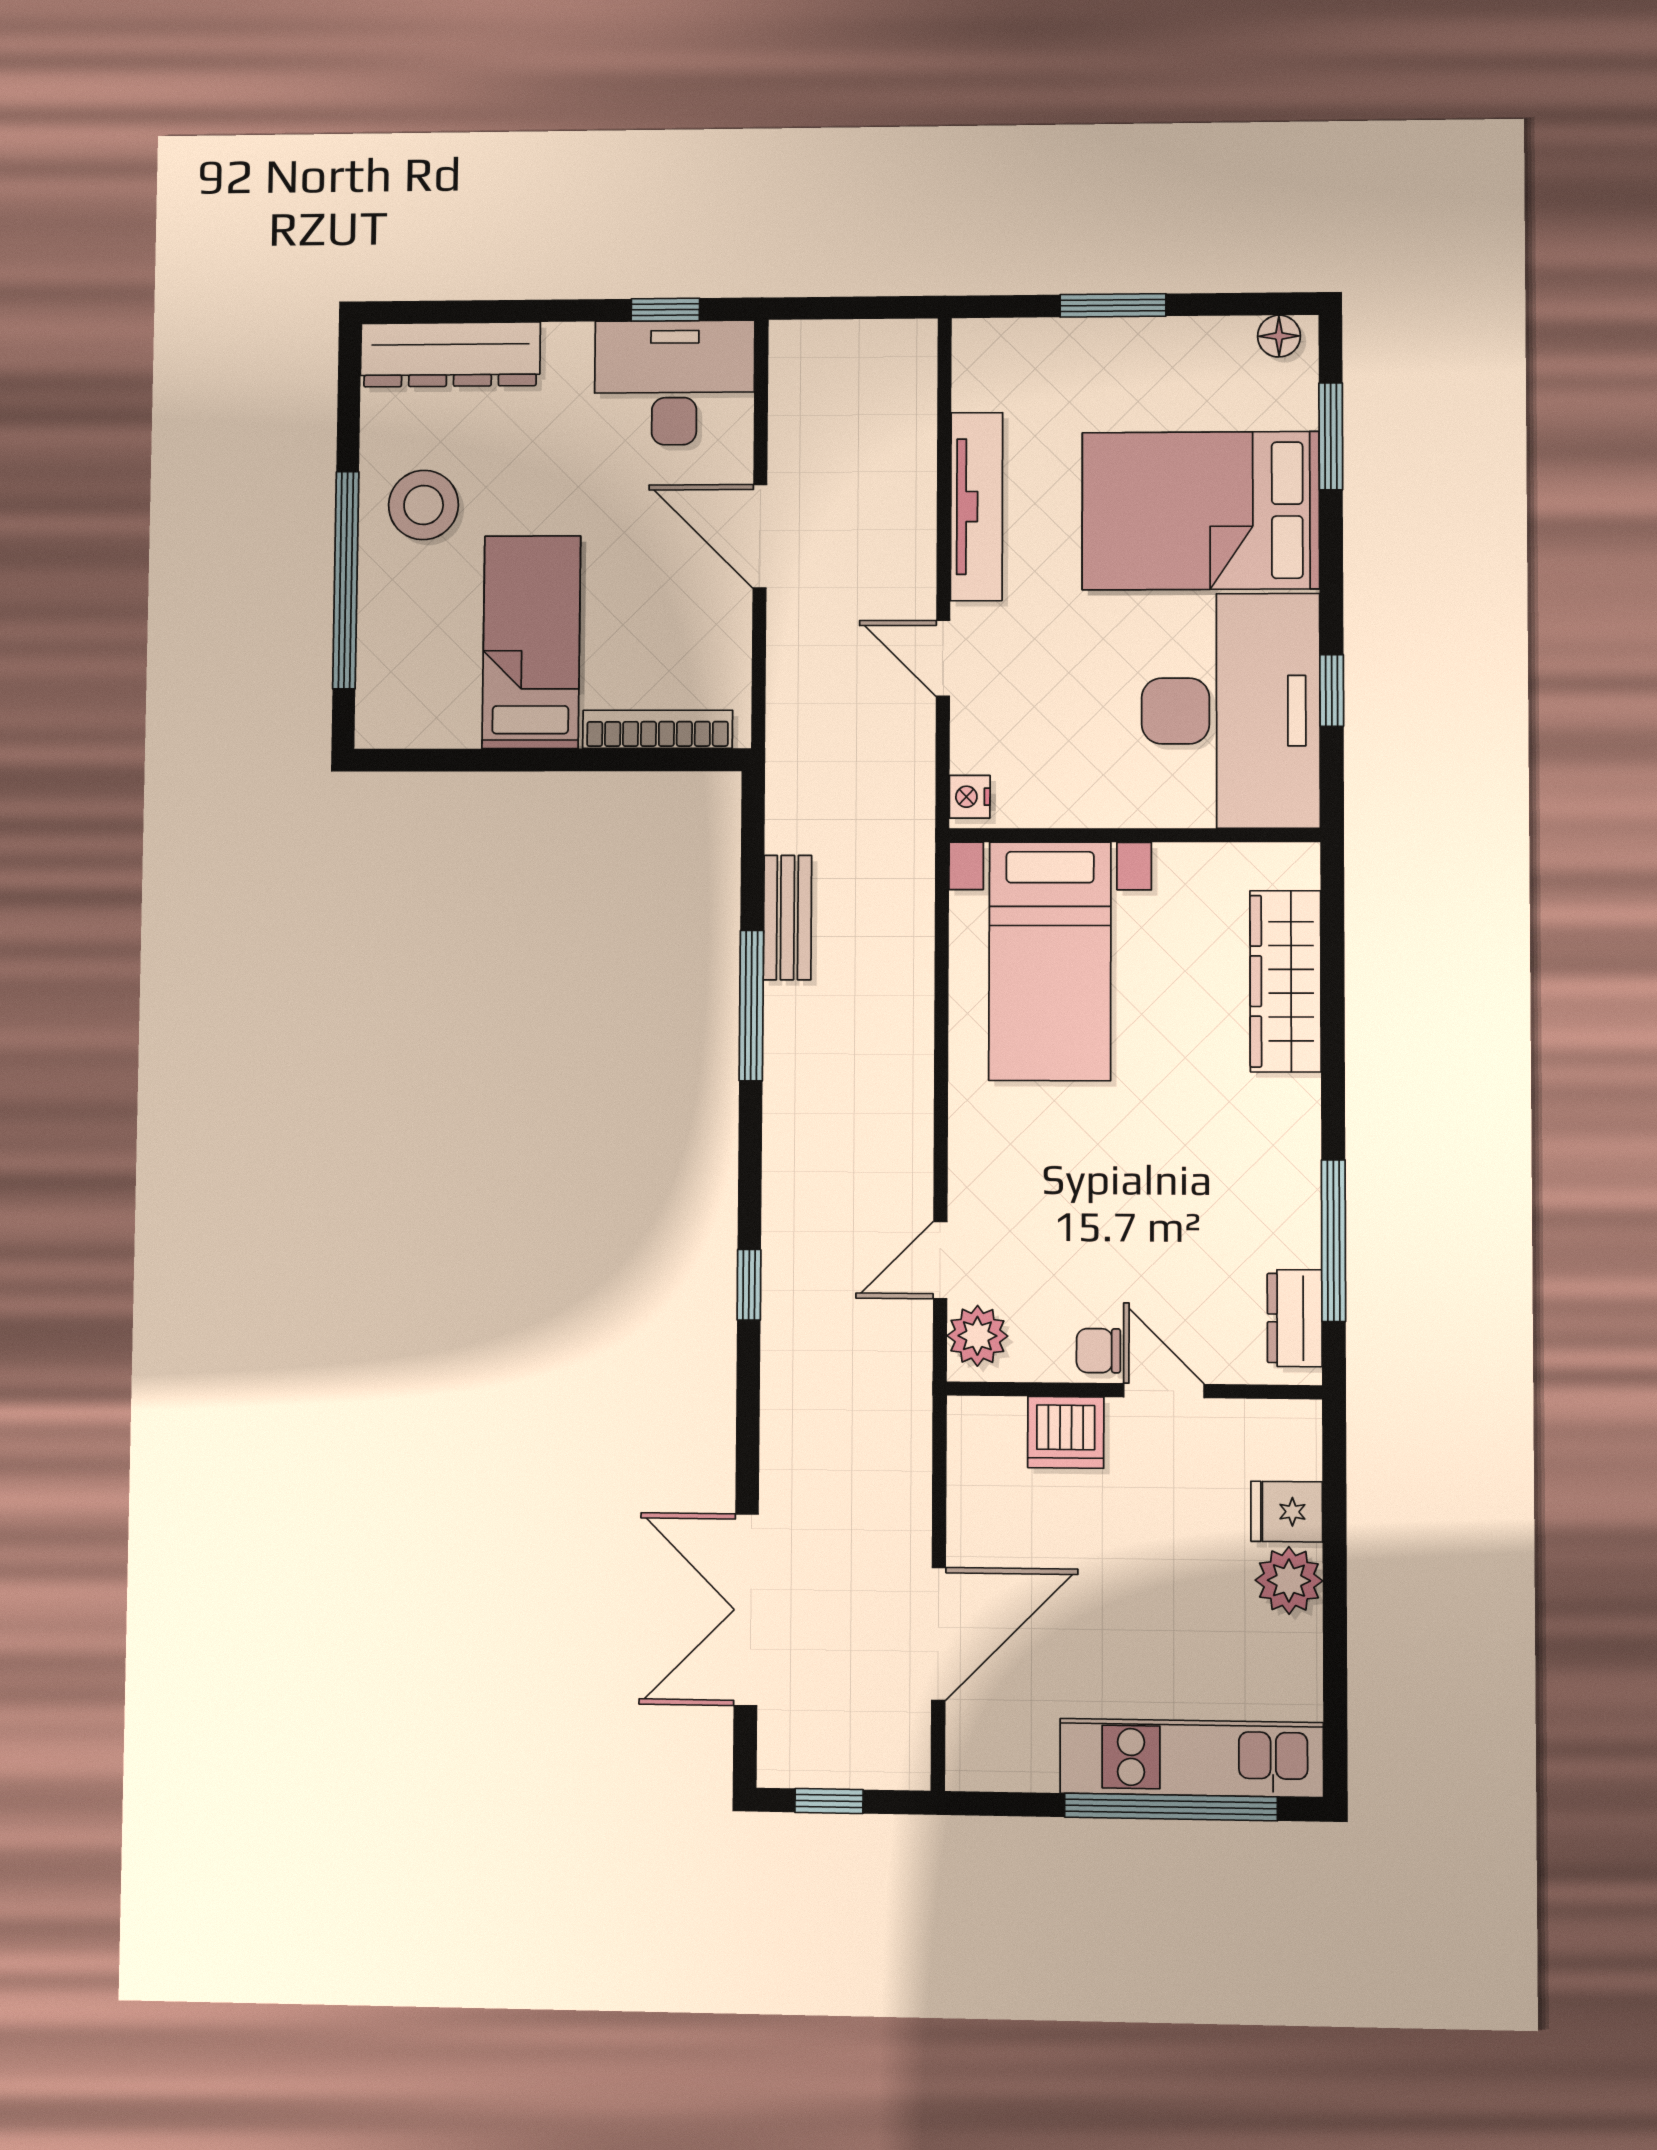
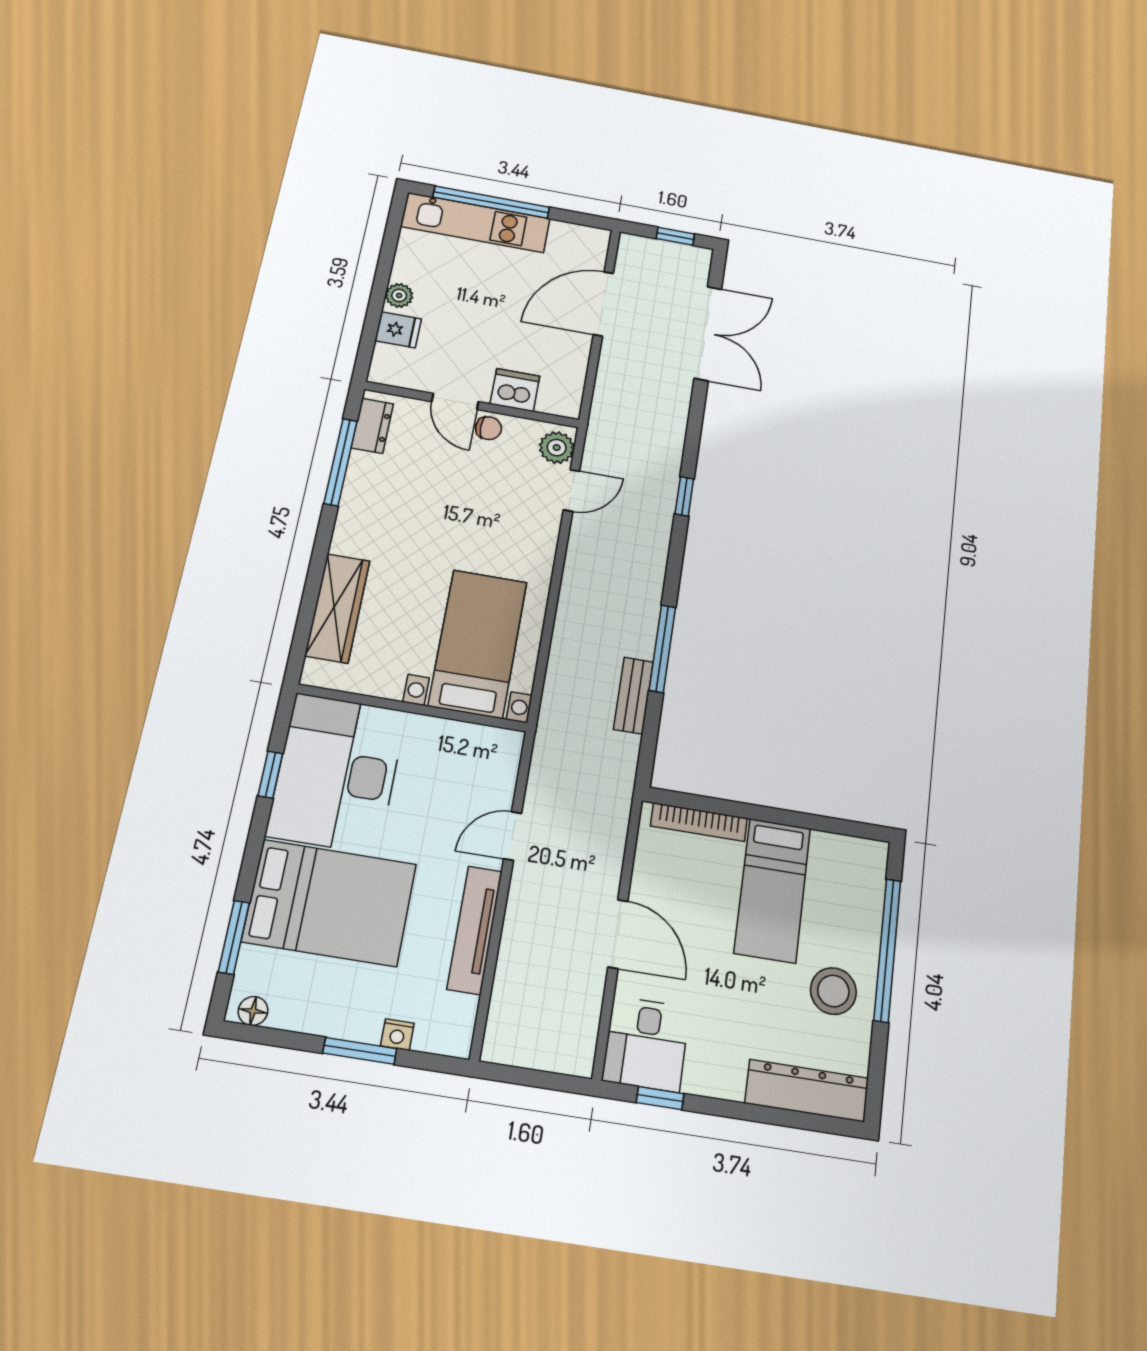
desk: (674, 383) -> (646, 1044), width x0.73
door: (943, 658) -> (513, 836), swing flipped
nightstand: (970, 797) -> (397, 1035), moved, turned 90
plant: (1289, 1580) -> (399, 295), width x0.73, depth x0.73

